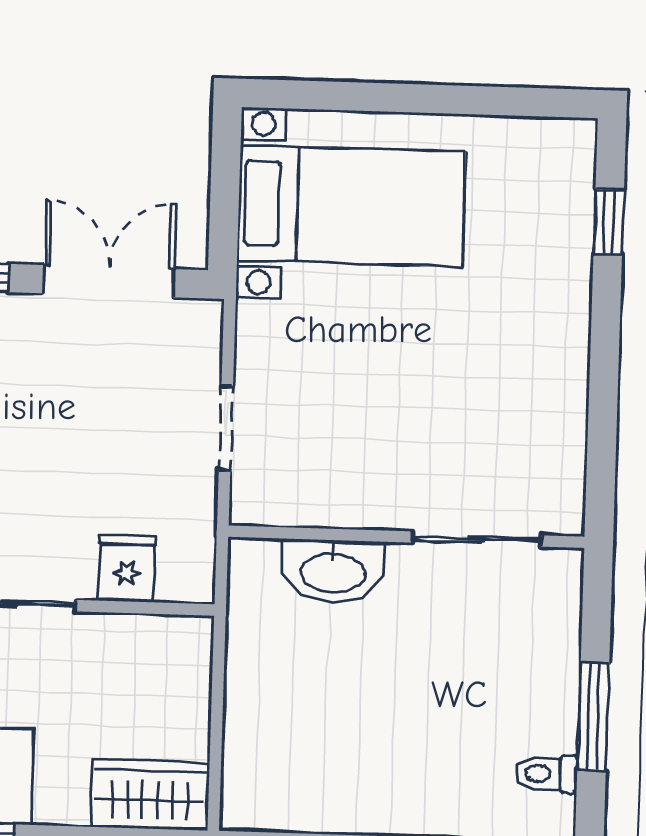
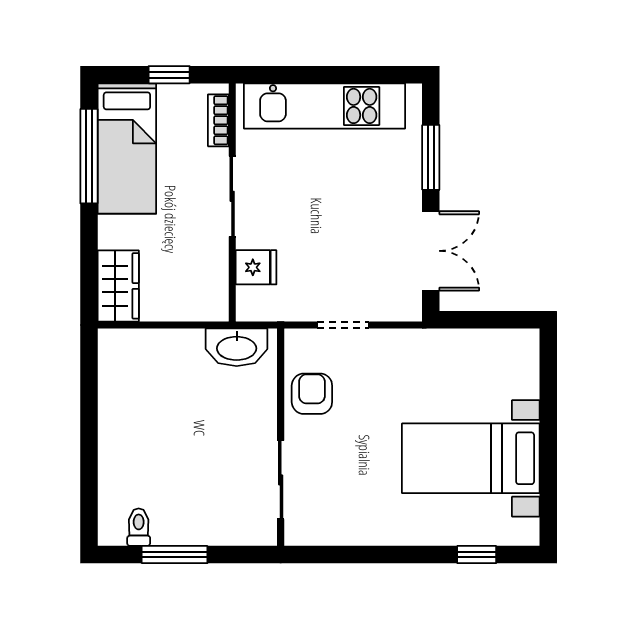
bed with nightstands: (351, 206) -> (471, 458), moved, turned 90
armchair: (337, 483) -> (312, 394), added
washbasin: (333, 571) -> (237, 347), moved, turned -90

